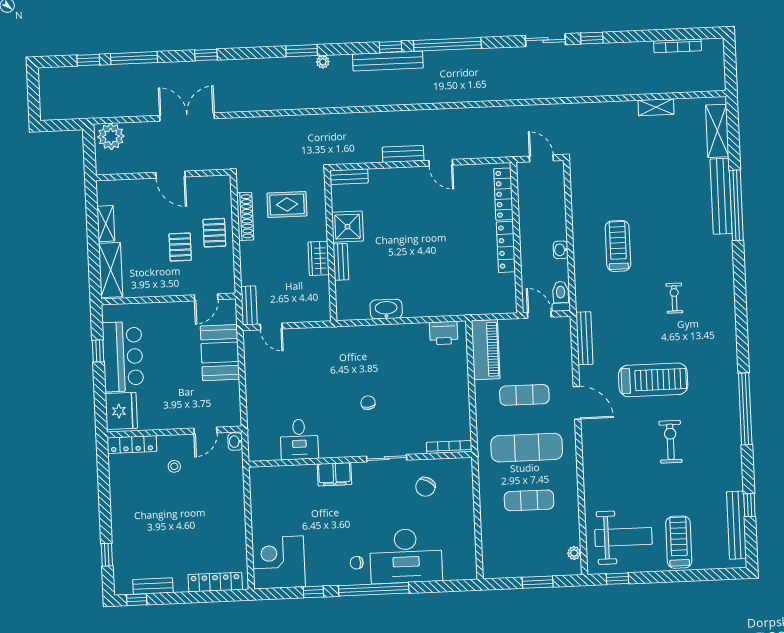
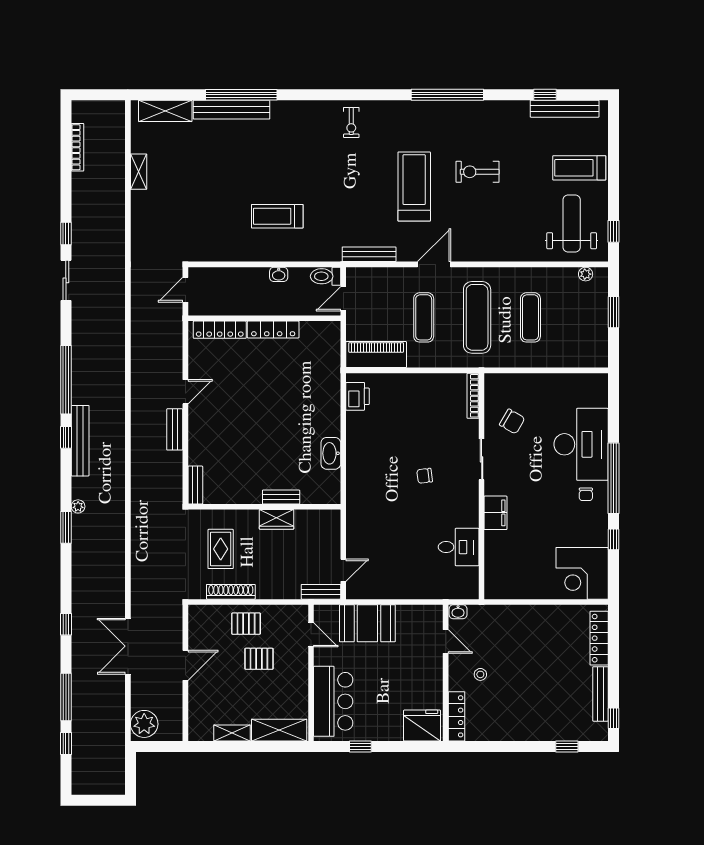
shower: (347, 227) -> (246, 489), removed
exercise bike: (674, 298) -> (351, 122), moved, turned -90
bar counter: (123, 357) -> (333, 701), moved, turned 90
bench: (153, 586) -> (600, 694), width x1.36

